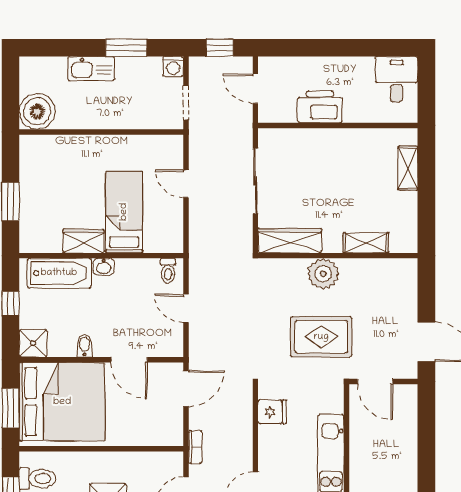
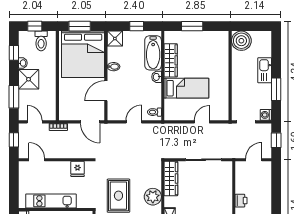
printer: (320, 107) -> (241, 201), width x0.53, depth x0.68
wardrobe: (84, 241) -> (171, 60), width x1.50

